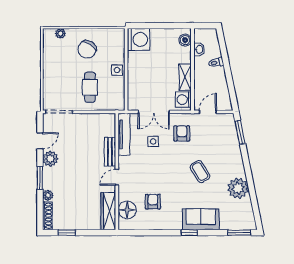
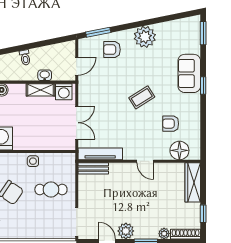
washbasin: (199, 49) -> (45, 75), moved
door: (208, 112) -> (77, 66), swing flipped
armchair: (182, 133) -> (112, 50), moved
side table: (153, 141) -> (108, 123), removed
bench: (110, 152) -> (93, 168), moved
coffee table: (200, 172) -> (142, 97), moved
plant: (238, 188) -> (145, 37), moved
wardrobe: (108, 211) -> (193, 182), moved, turned 90

